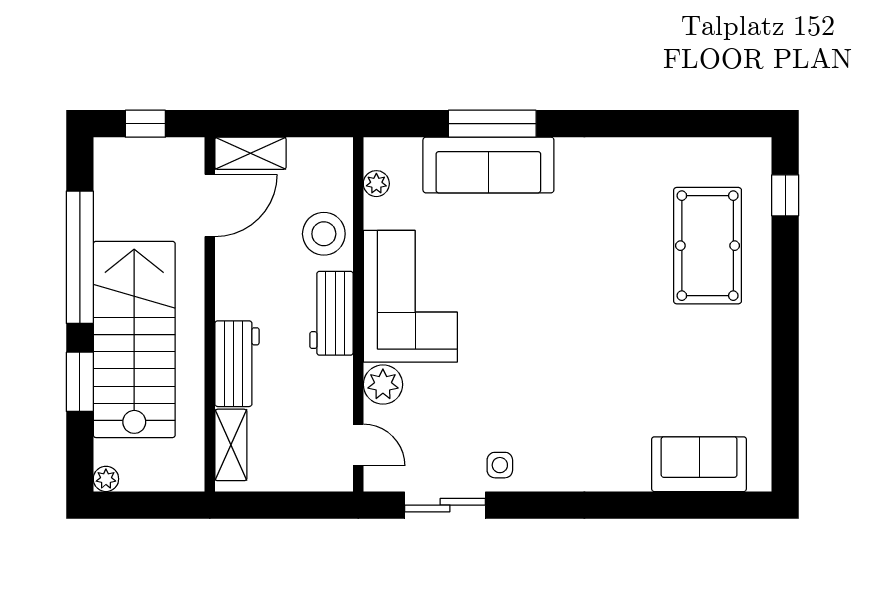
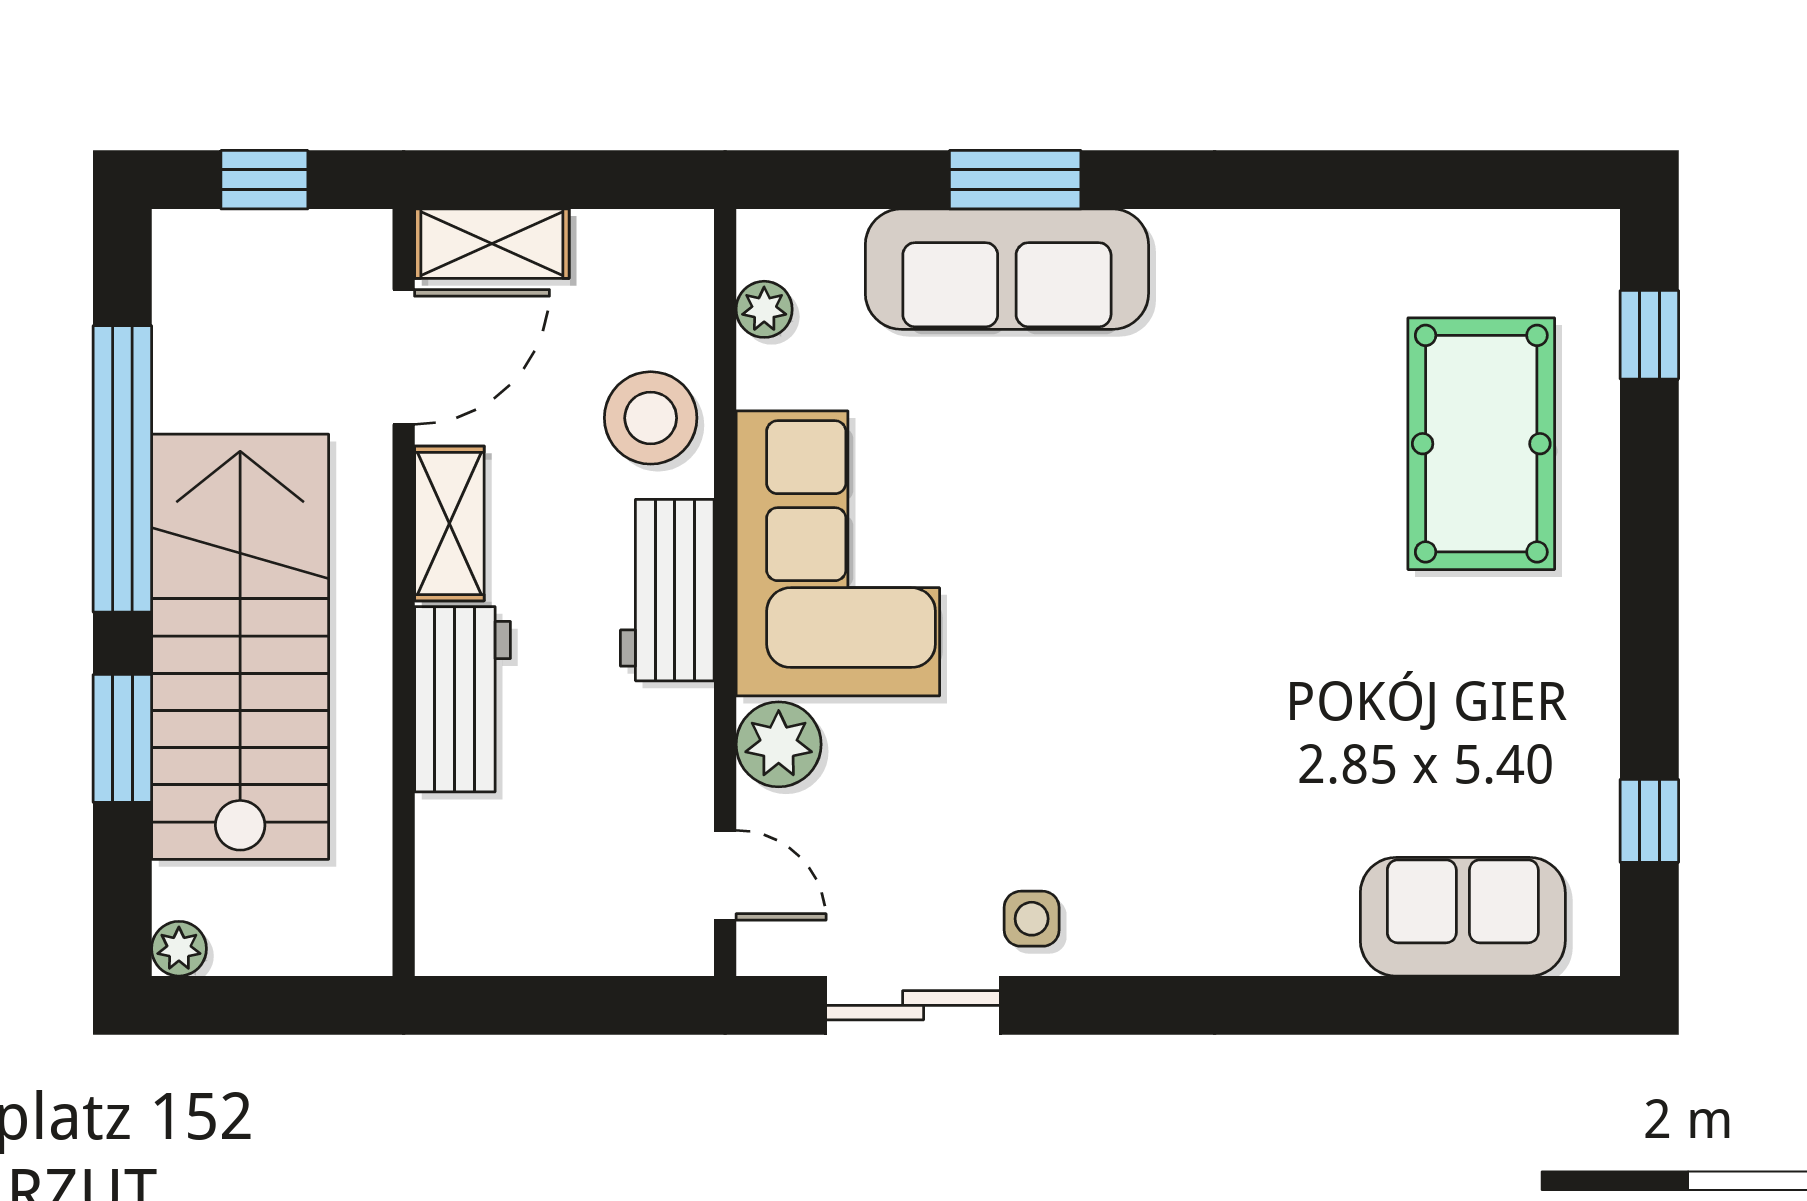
window: (492, 124) -> (1015, 180), width x0.69
window: (785, 420) -> (1649, 821), added
shelving: (231, 445) -> (449, 523), moved

